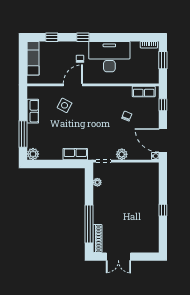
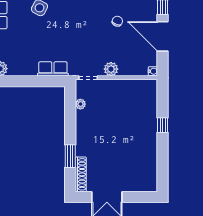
door: (163, 140) -> (163, 36), moved
window: (163, 210) -> (163, 125), moved
window: (89, 224) -> (70, 156), width x0.47

